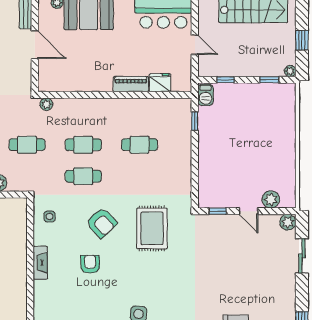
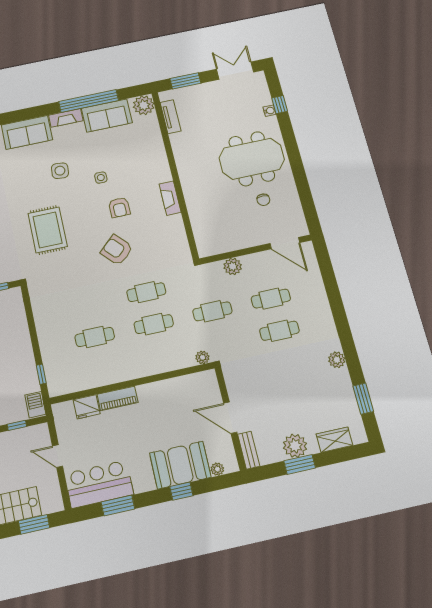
side table: (50, 217) -> (101, 178), moved
rug: (152, 228) -> (48, 230), moved

